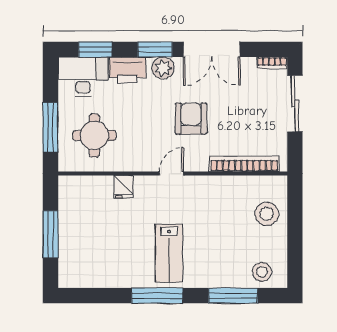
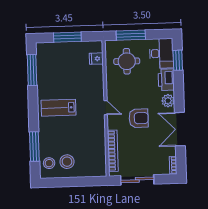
window: (155, 49) -> (179, 96), removed
sliding door: (295, 104) -> (137, 180), moved
fridge: (123, 187) -> (96, 59), moved
stool: (267, 214) -> (67, 162), moved
window: (157, 296) -> (32, 70), moved

